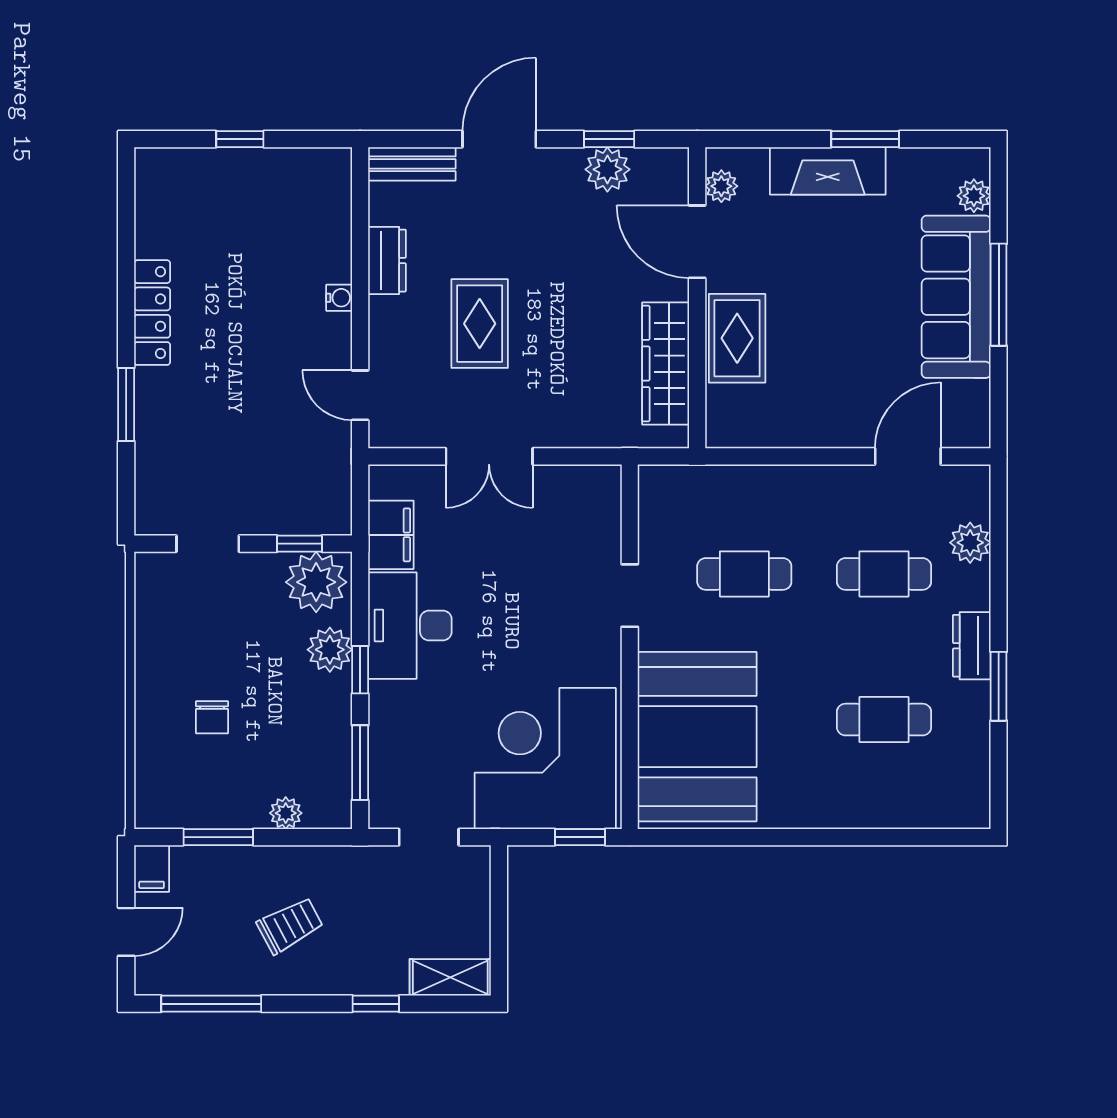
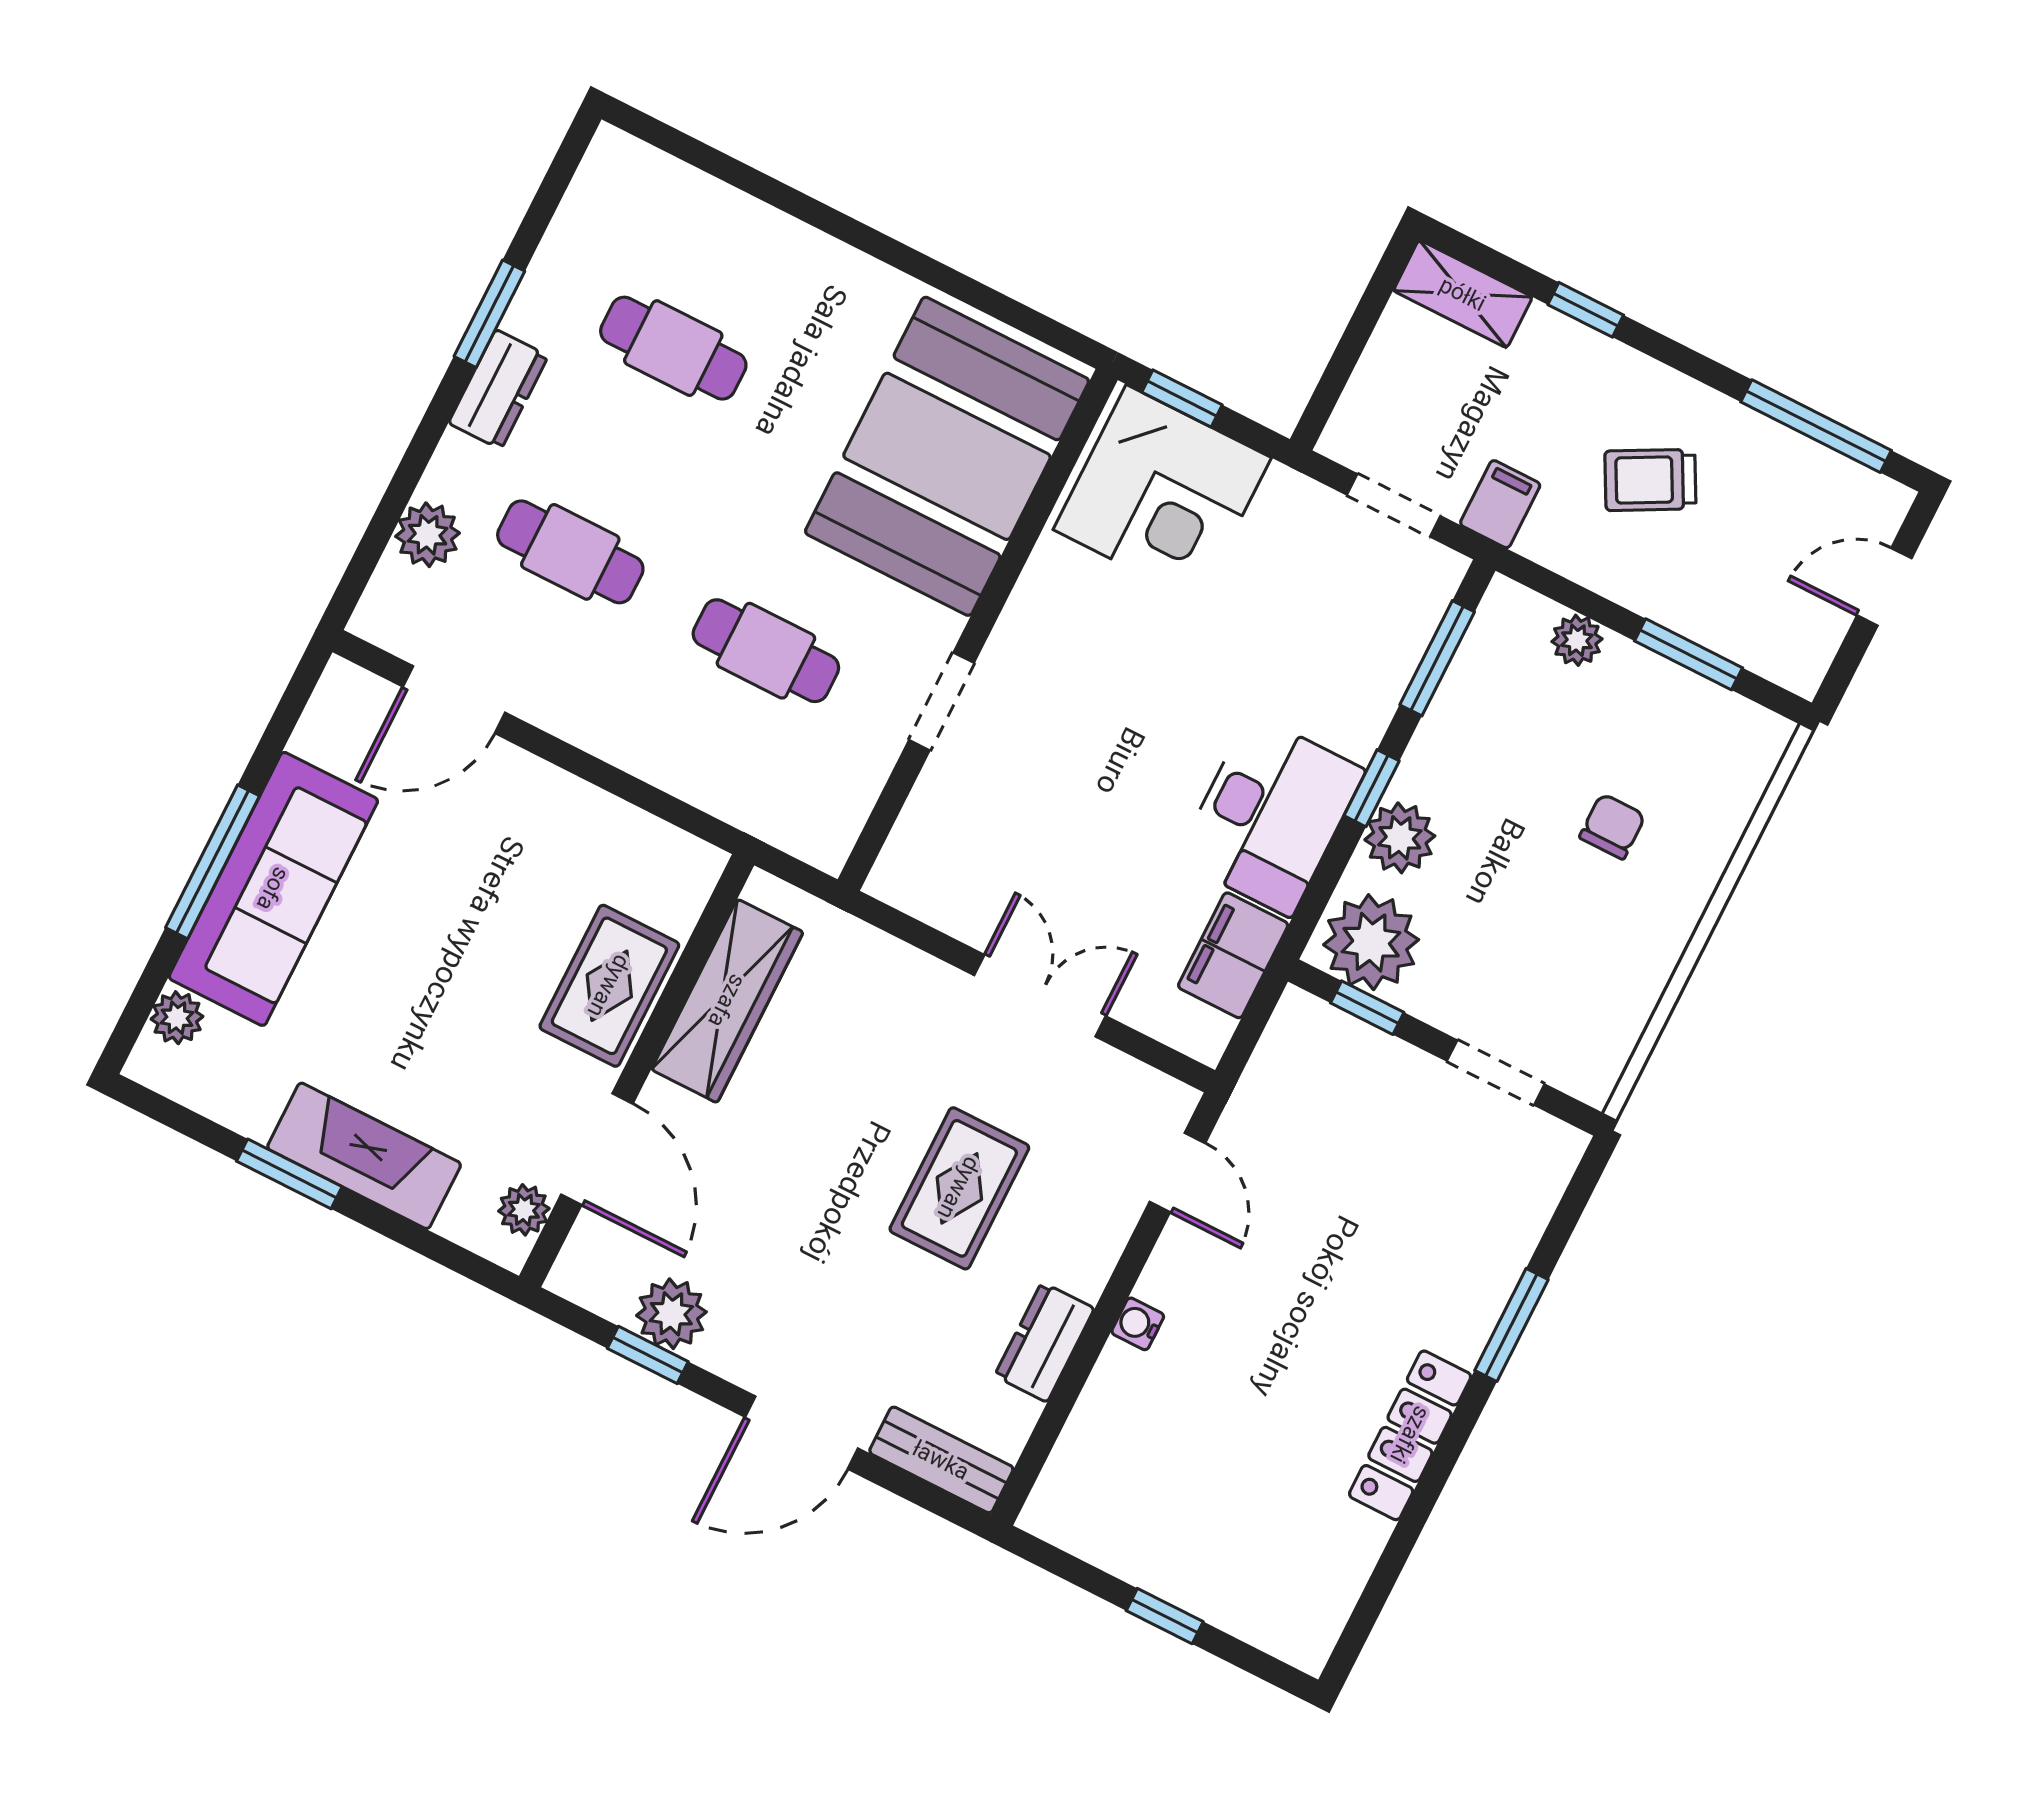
corner desk: (545, 759) -> (1162, 494), width x0.74, depth x0.74
filing cabinet: (152, 868) -> (1500, 504), moved

